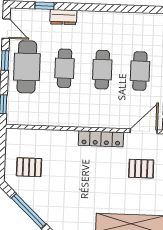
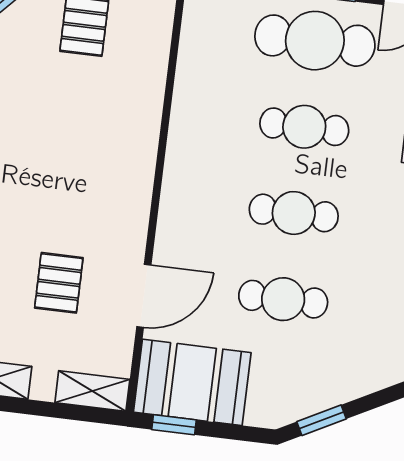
door: (144, 131) -> (144, 296), hinge flipped
locker: (101, 139) -> (135, 196), removed

